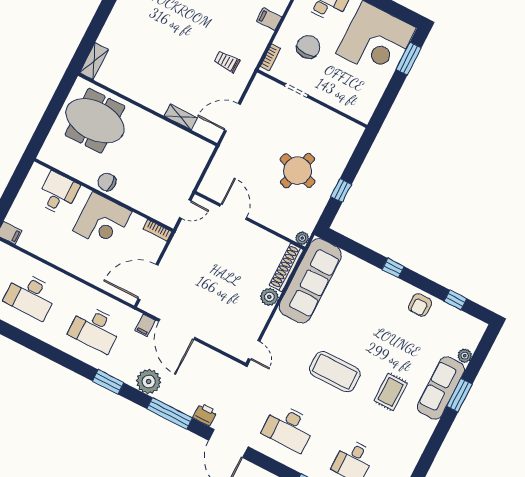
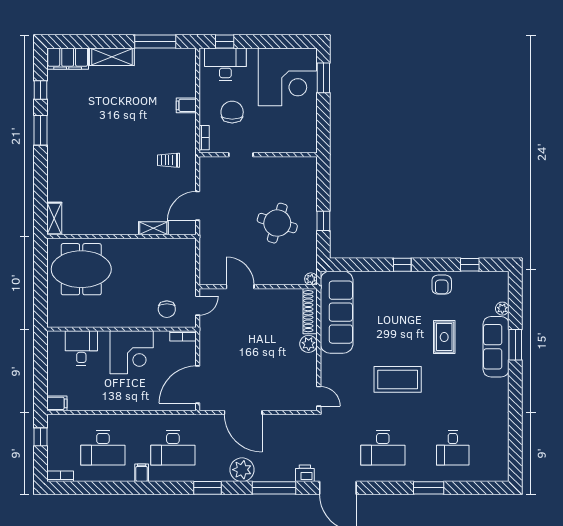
chair: (107, 182) -> (167, 309), moved, turned -90
filing cabinet: (145, 325) -> (142, 473), moved, turned 180
rug: (391, 392) -> (444, 337), moved

